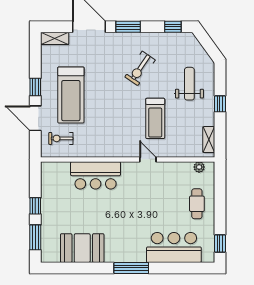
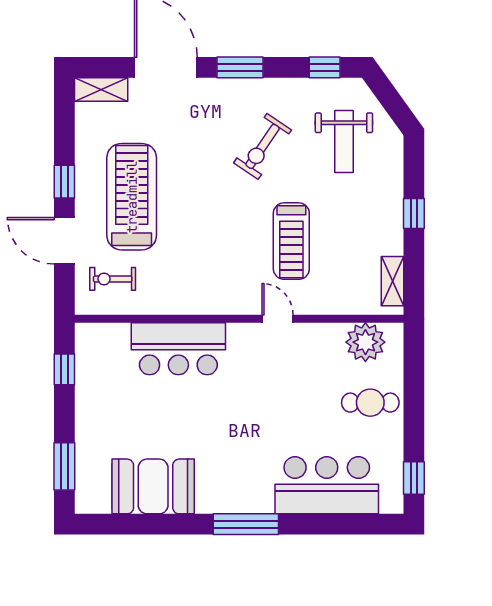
weight bench: (189, 84) -> (344, 141), moved, turned 180
treadmill: (71, 95) -> (132, 197), turned 180
plant: (199, 167) -> (365, 342), width x1.87, depth x1.87
cafe table: (197, 204) -> (370, 403), turned 90
window: (35, 206) -> (64, 369), moved

